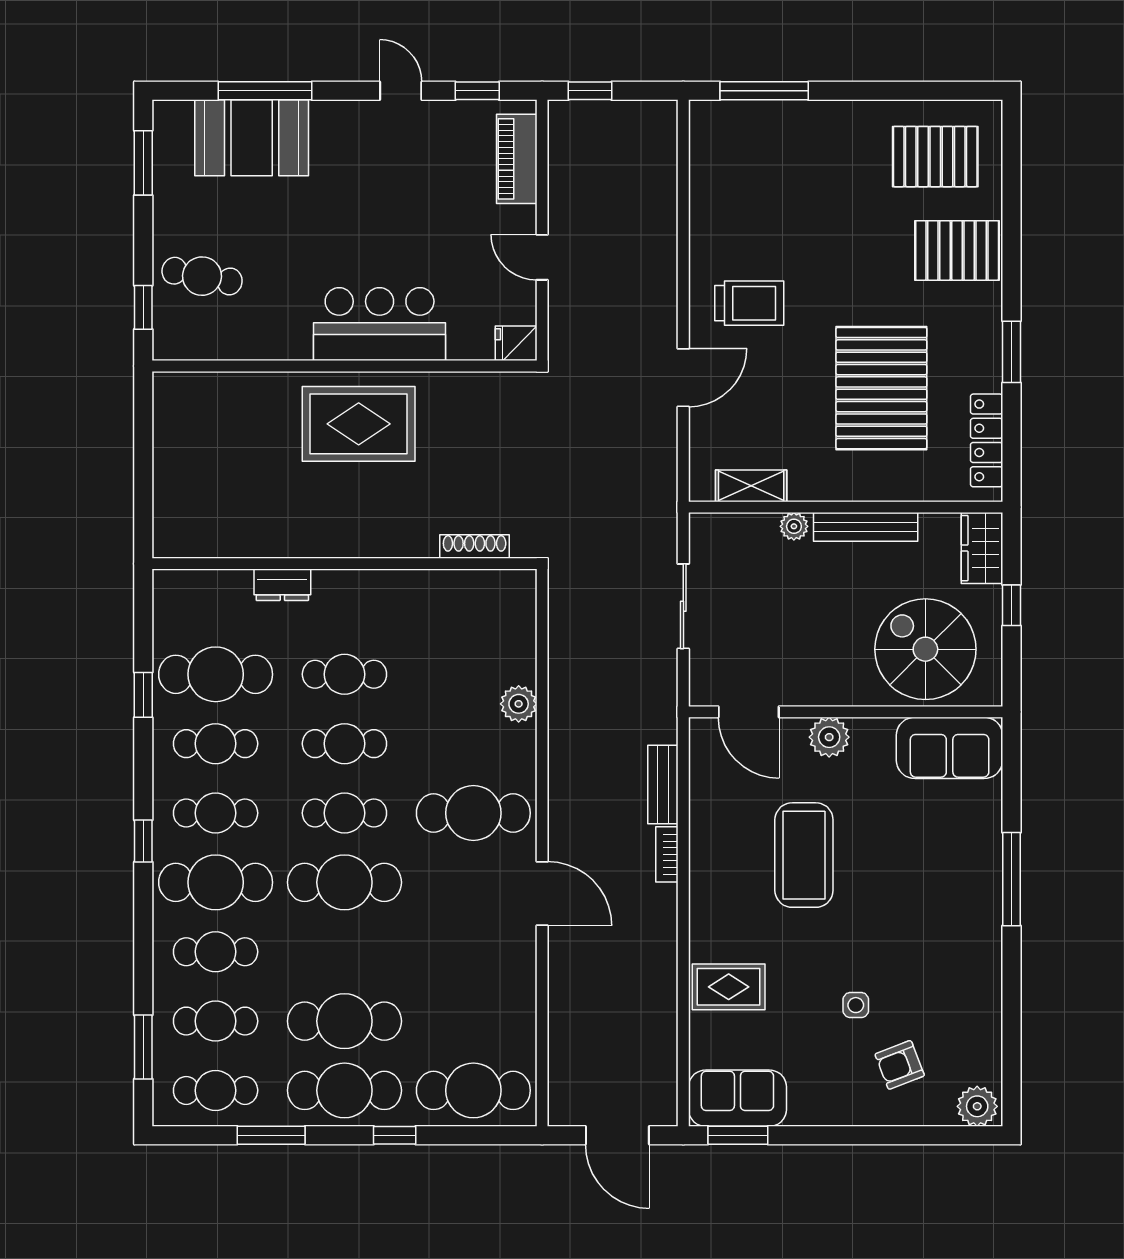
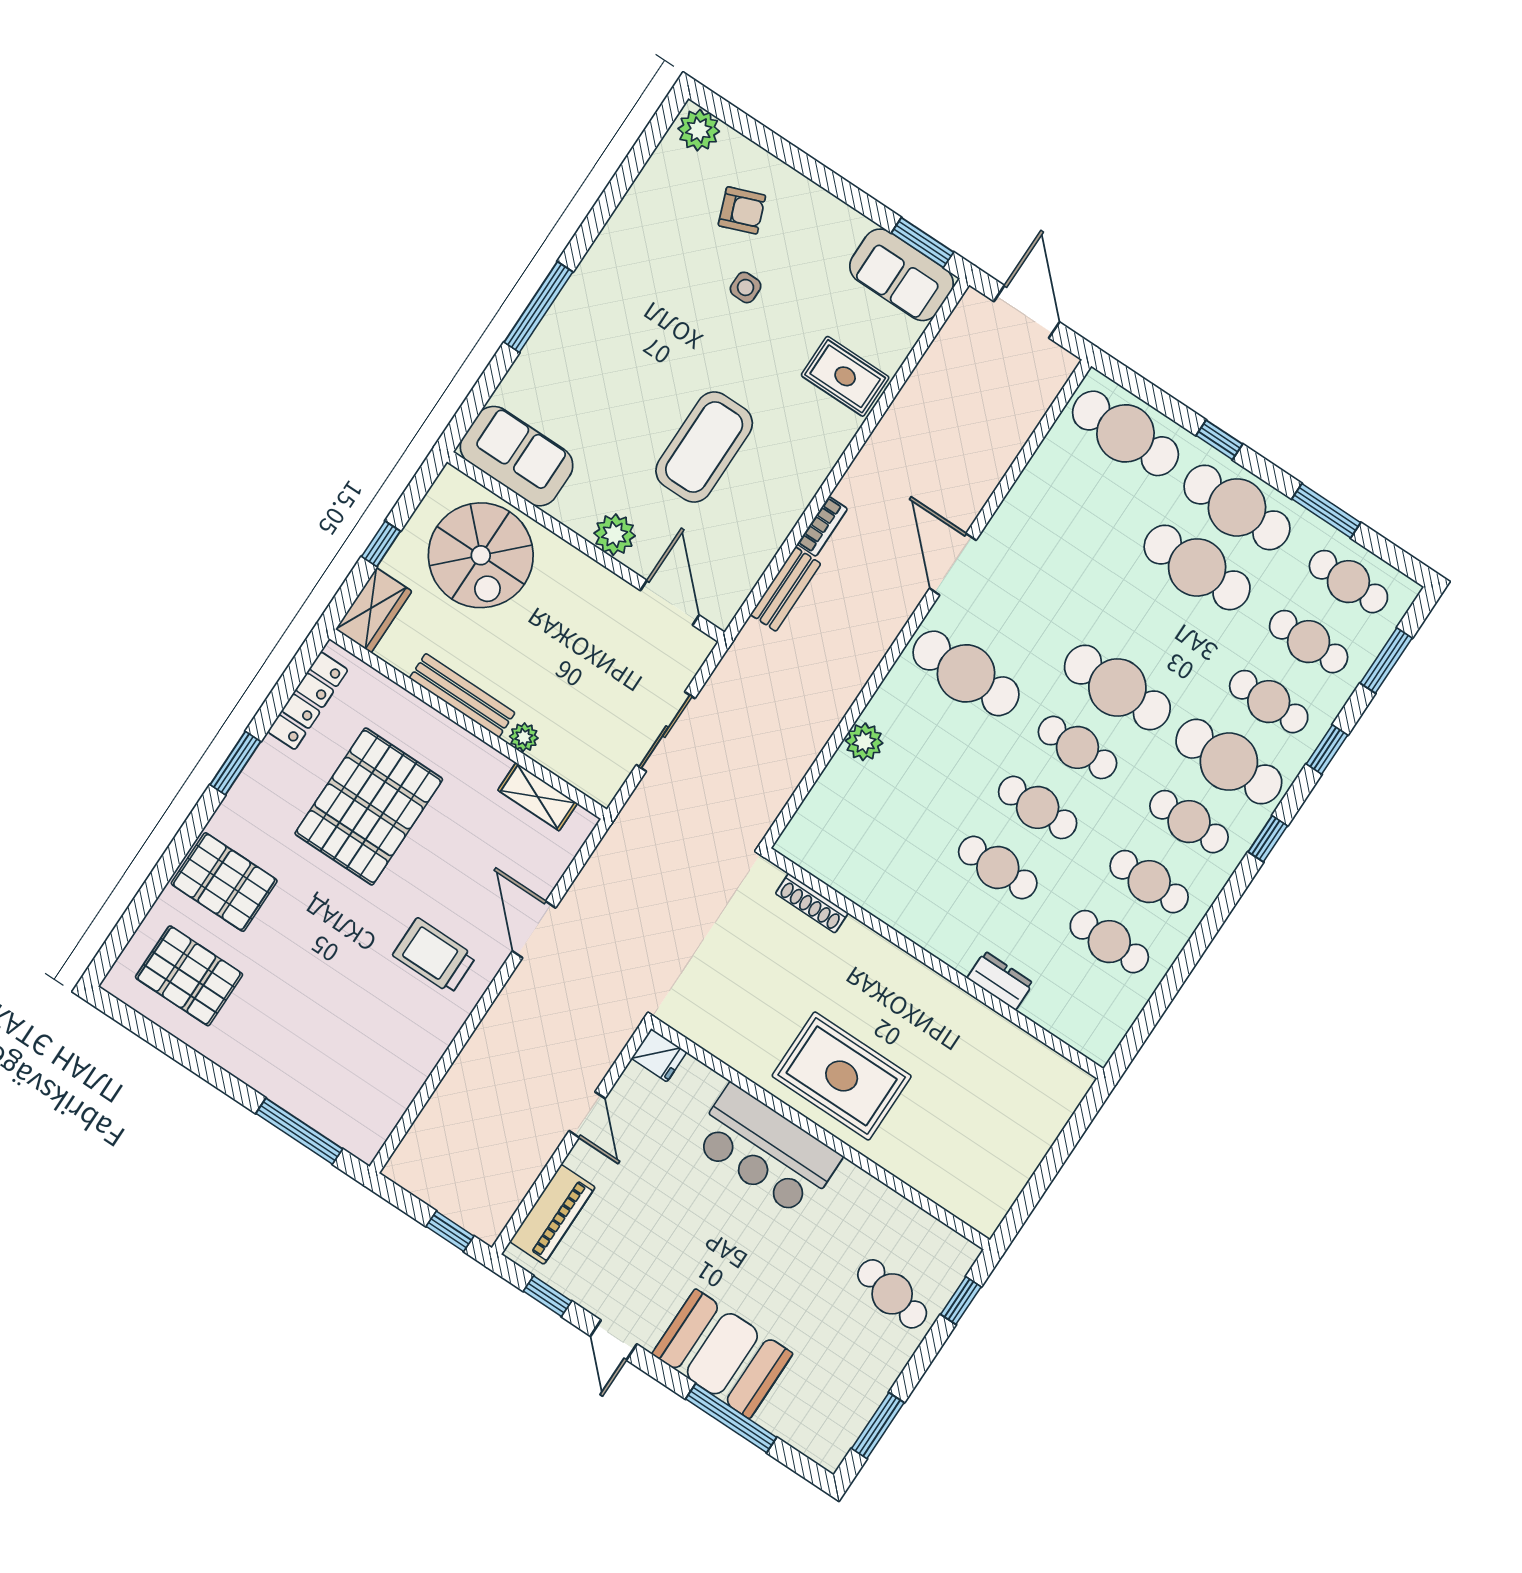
booth: (252, 138) -> (722, 1354), moved
door: (683, 378) -> (534, 929), hinge flipped
cafe table: (216, 674) -> (1109, 942), width x0.73, depth x0.74
window: (143, 695) -> (1327, 749), moved

